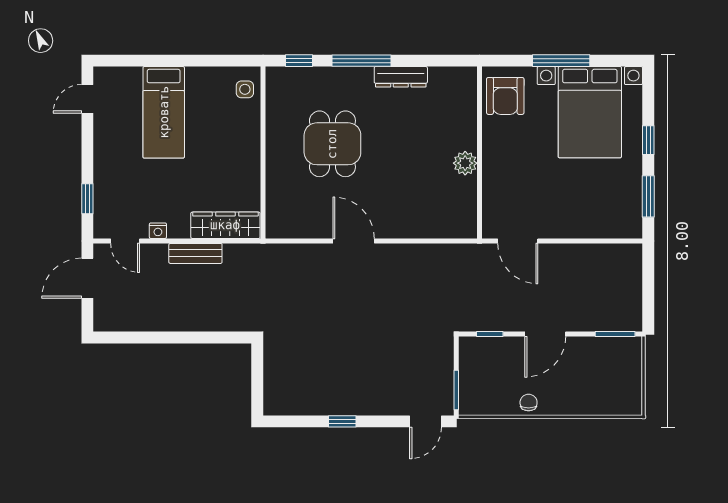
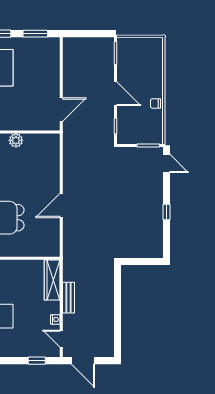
door: (125, 241) -> (61, 339), swing flipped

